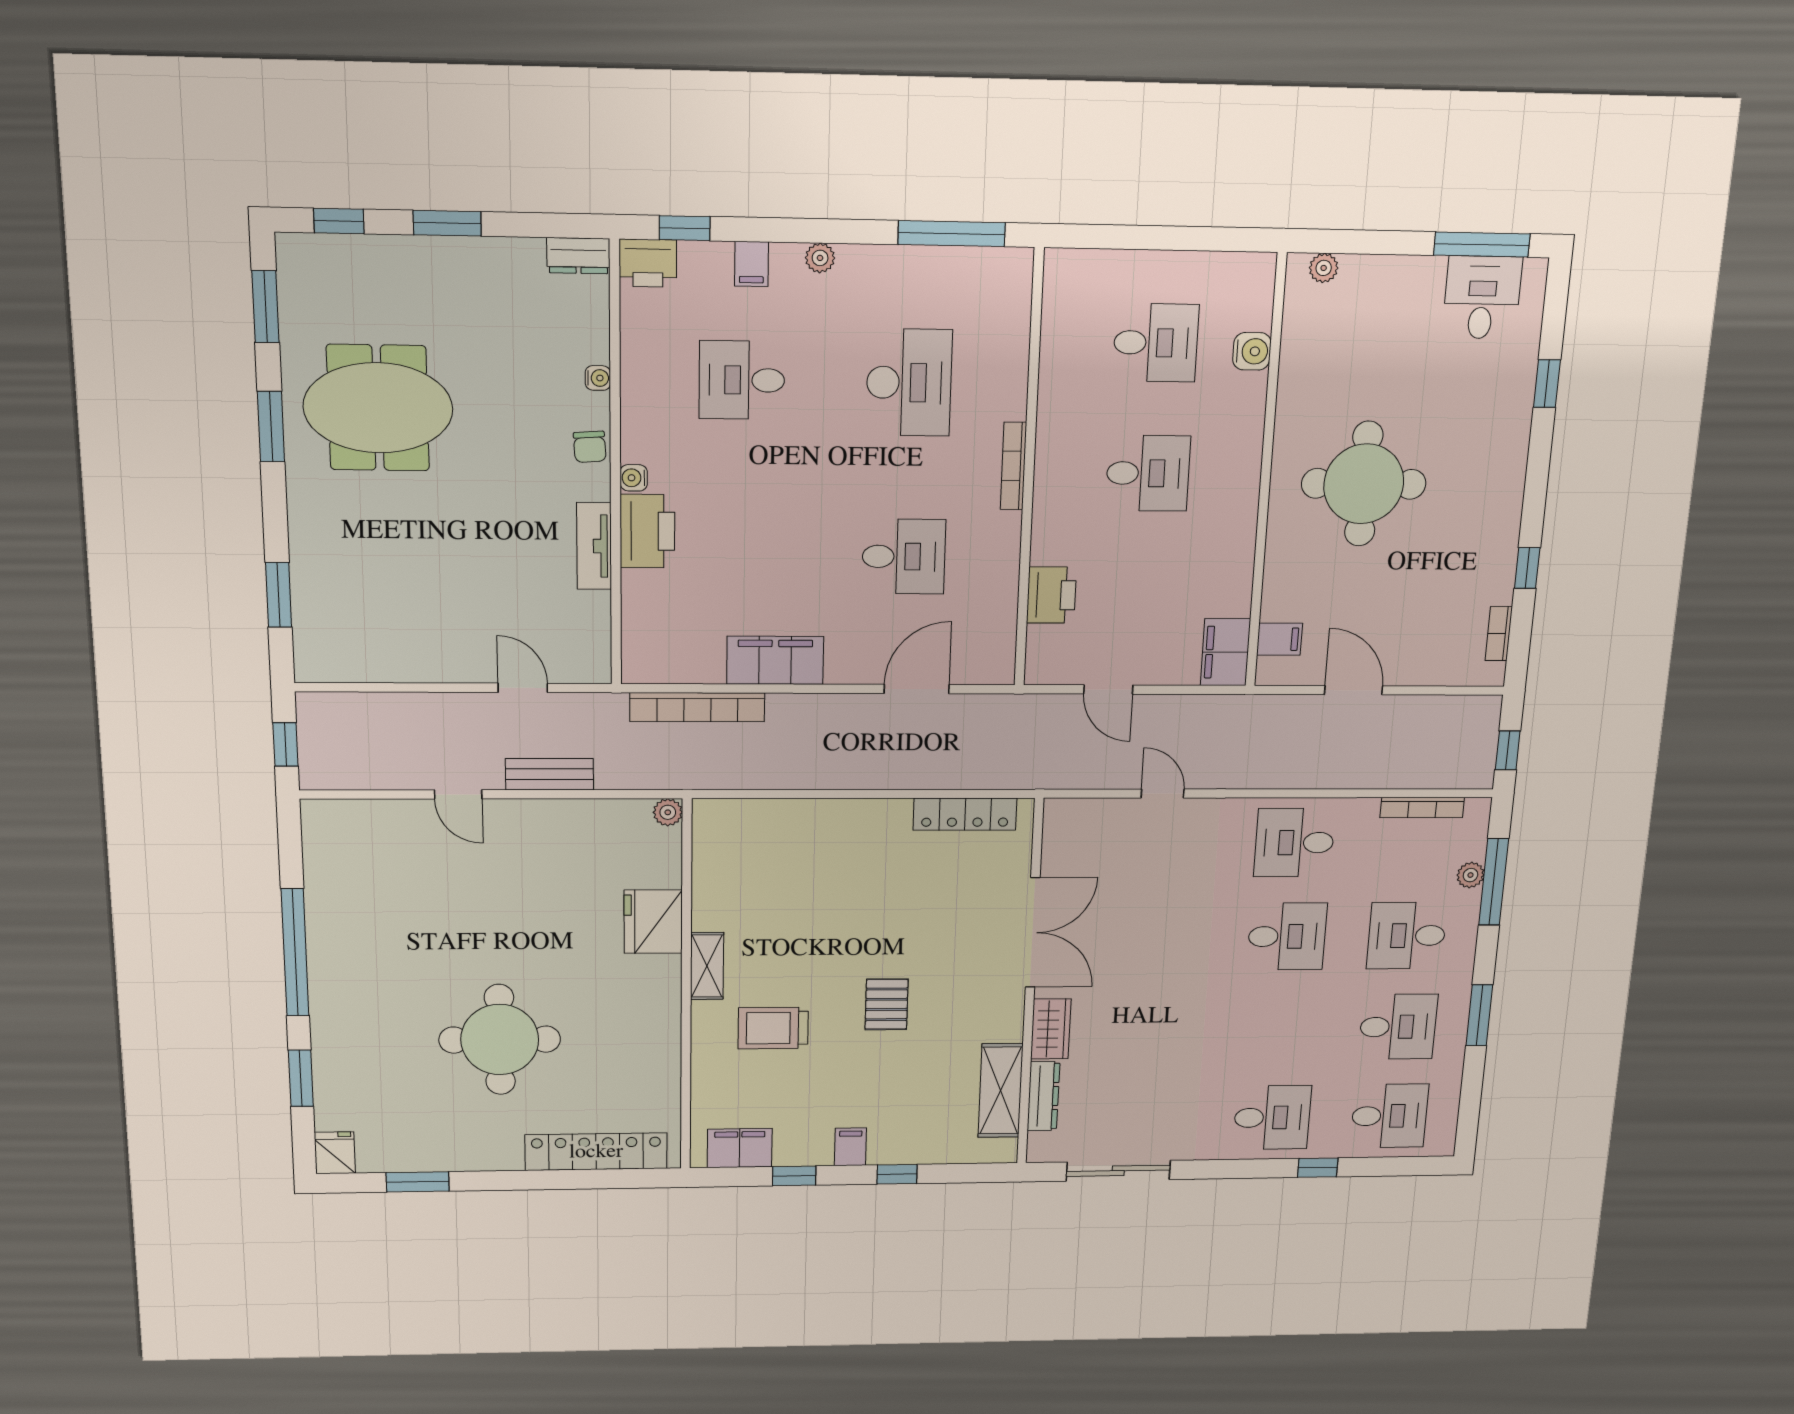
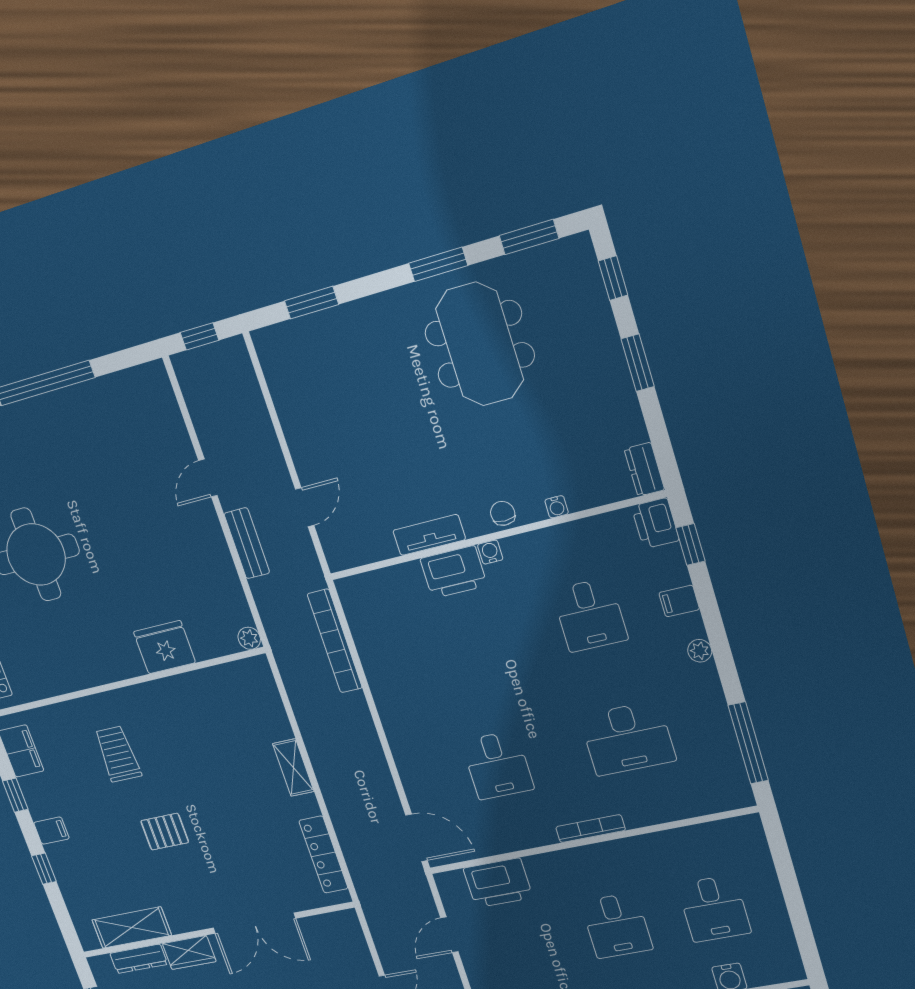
desk: (742, 380) -> (590, 615), turned 180
chair: (590, 447) -> (503, 513), turned 94
printer: (1051, 595) -> (498, 883), width x1.37, depth x1.19
filing cabinet: (775, 660) -> (389, 690), removed
door: (917, 689) -> (417, 838), moved
shelving: (707, 966) -> (293, 768), moved, turned 90

